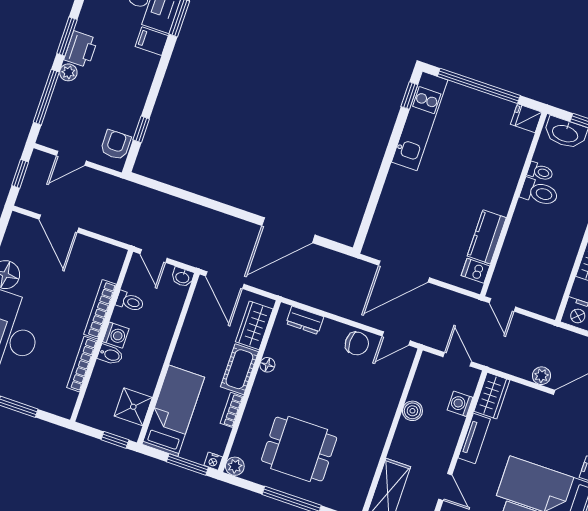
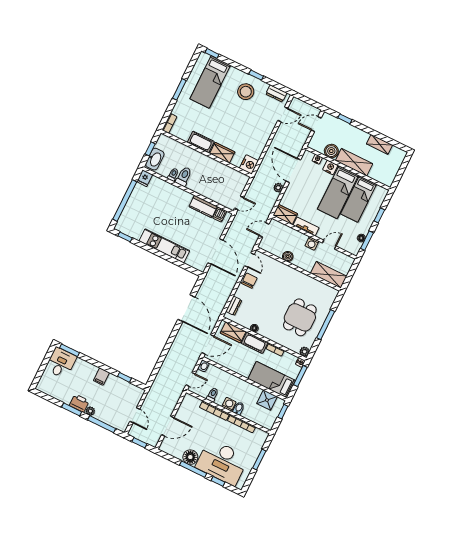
filing cabinet: (152, 41) -> (101, 377), moved
kitchen unit: (420, 121) -> (164, 246), moved
armchair: (116, 145) -> (131, 392), removed
washing machine: (460, 404) -> (312, 243), moved

